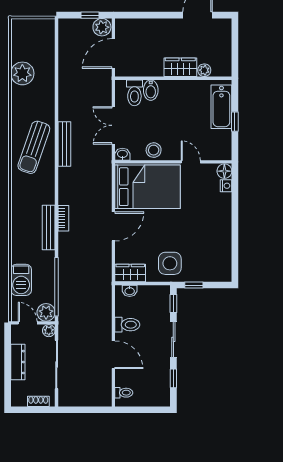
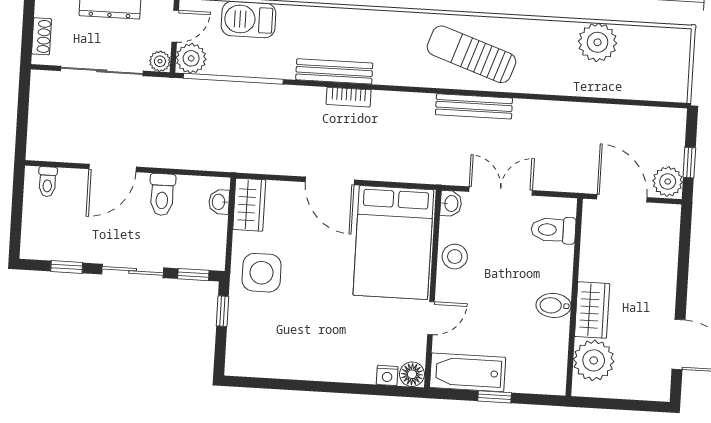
plant: (204, 70) -> (594, 360), width x1.88, depth x1.88
bidet: (151, 90) -> (553, 305), moved
bathtub: (221, 107) -> (468, 372), moved

